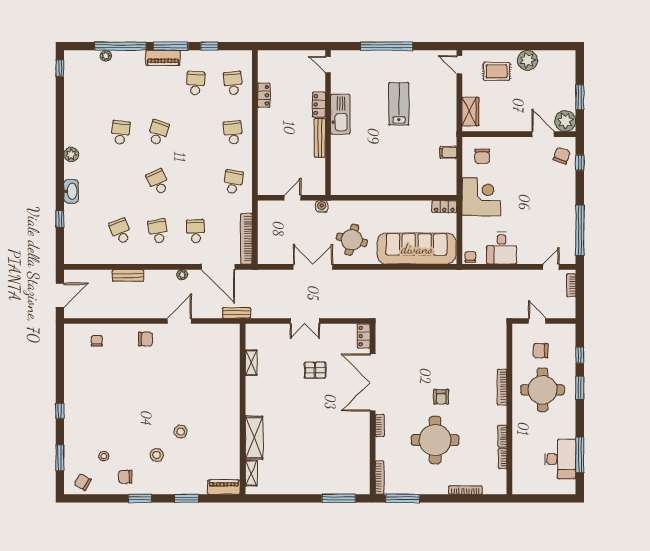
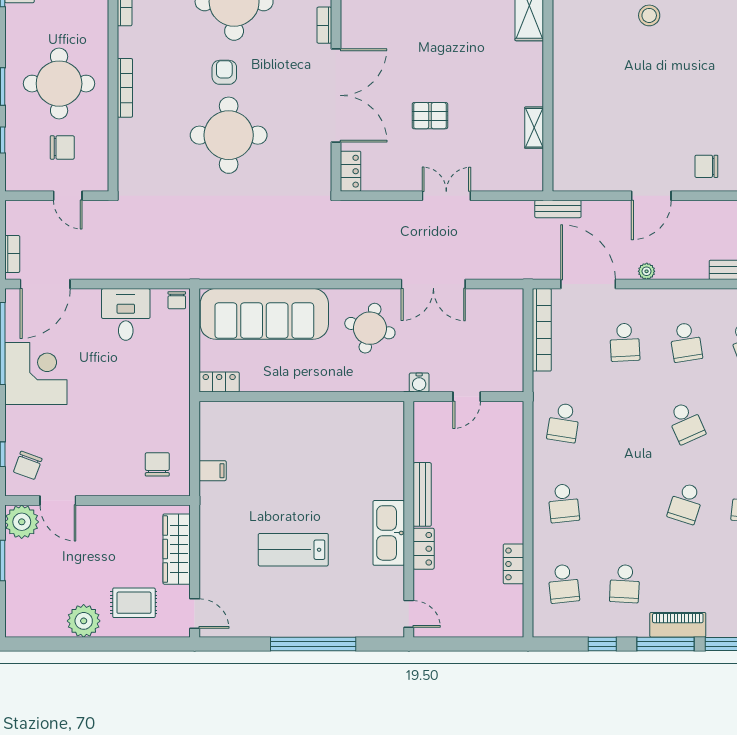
lab bench: (399, 104) -> (293, 550), turned 90
wardrobe: (470, 112) -> (177, 549), width x1.50
corner desk: (481, 197) -> (36, 374), moved, turned 180
door: (551, 267) -> (45, 284), width x1.87
round table: (438, 358) -> (229, 135), added

